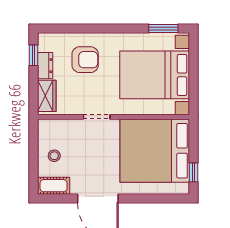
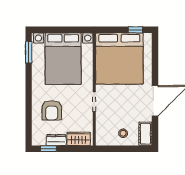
armchair: (85, 60) -> (52, 110), turned 180

